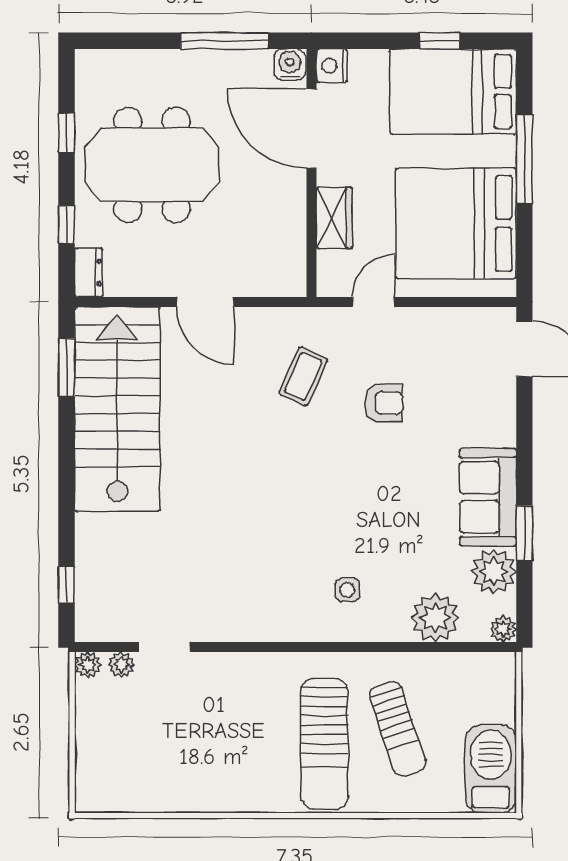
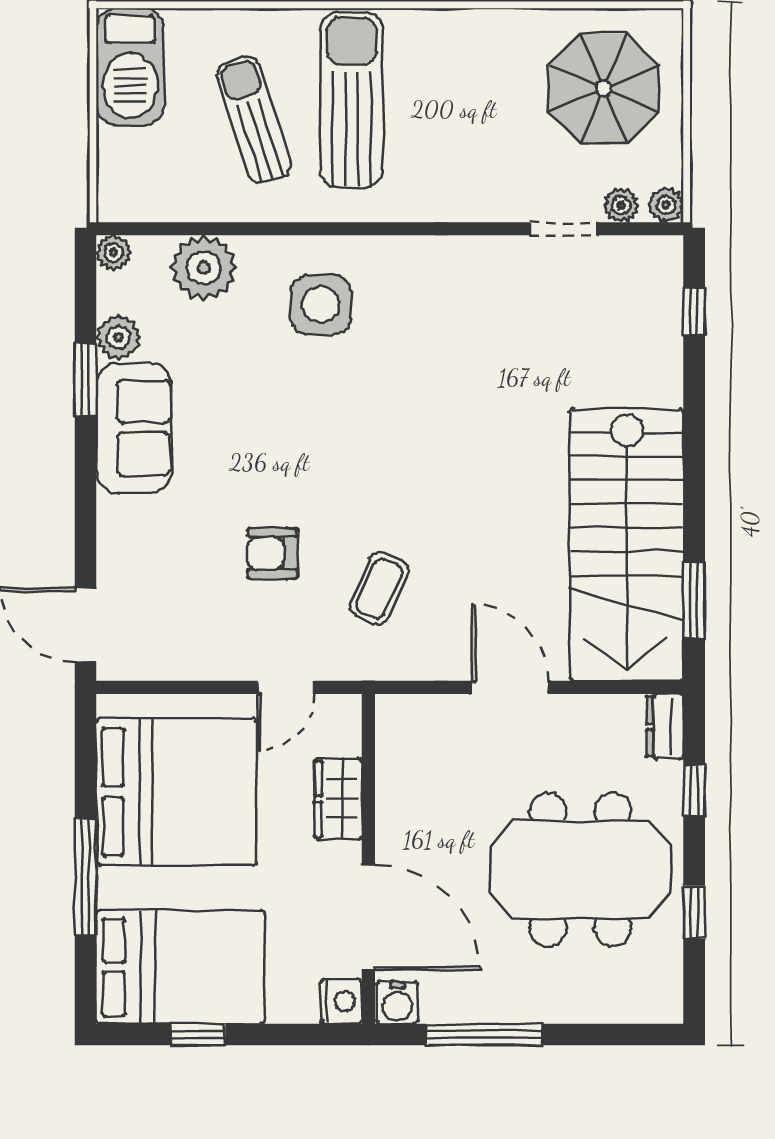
plant: (494, 571) -> (118, 337), width x0.73, depth x0.73
side table: (347, 590) -> (321, 305), width x1.87, depth x1.87
parasol: (134, 753) -> (604, 88), added

